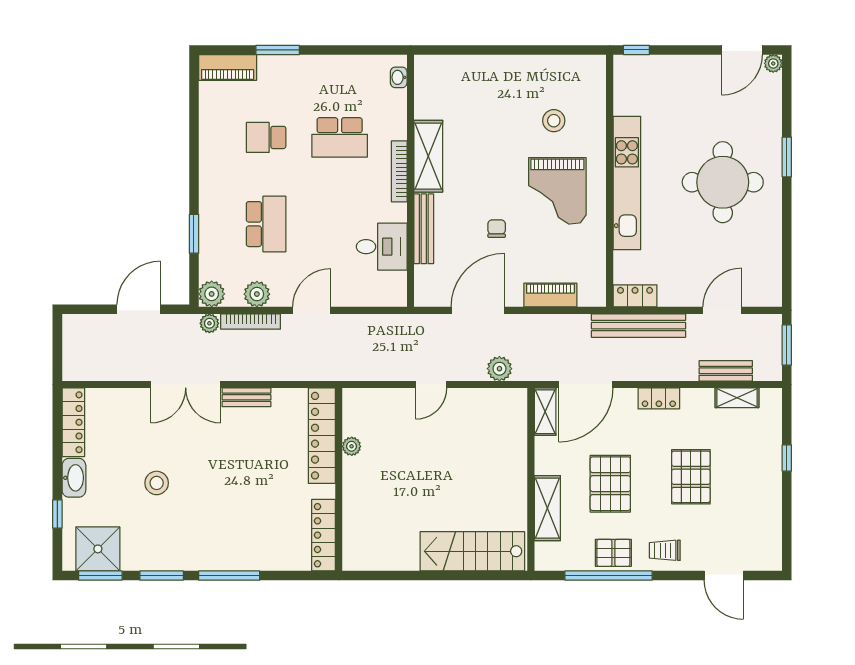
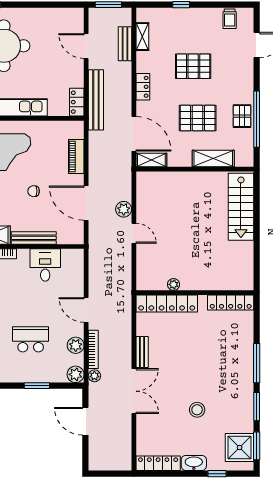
plant: (499, 369) -> (124, 209), moved
trolley: (665, 550) -> (230, 19), moved

